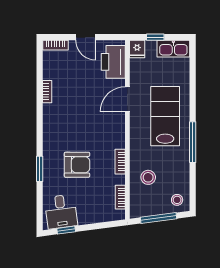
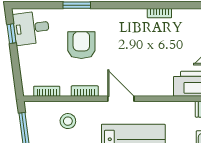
door: (127, 99) -> (121, 99), moved
armchair: (77, 165) -> (81, 45), turned 180

